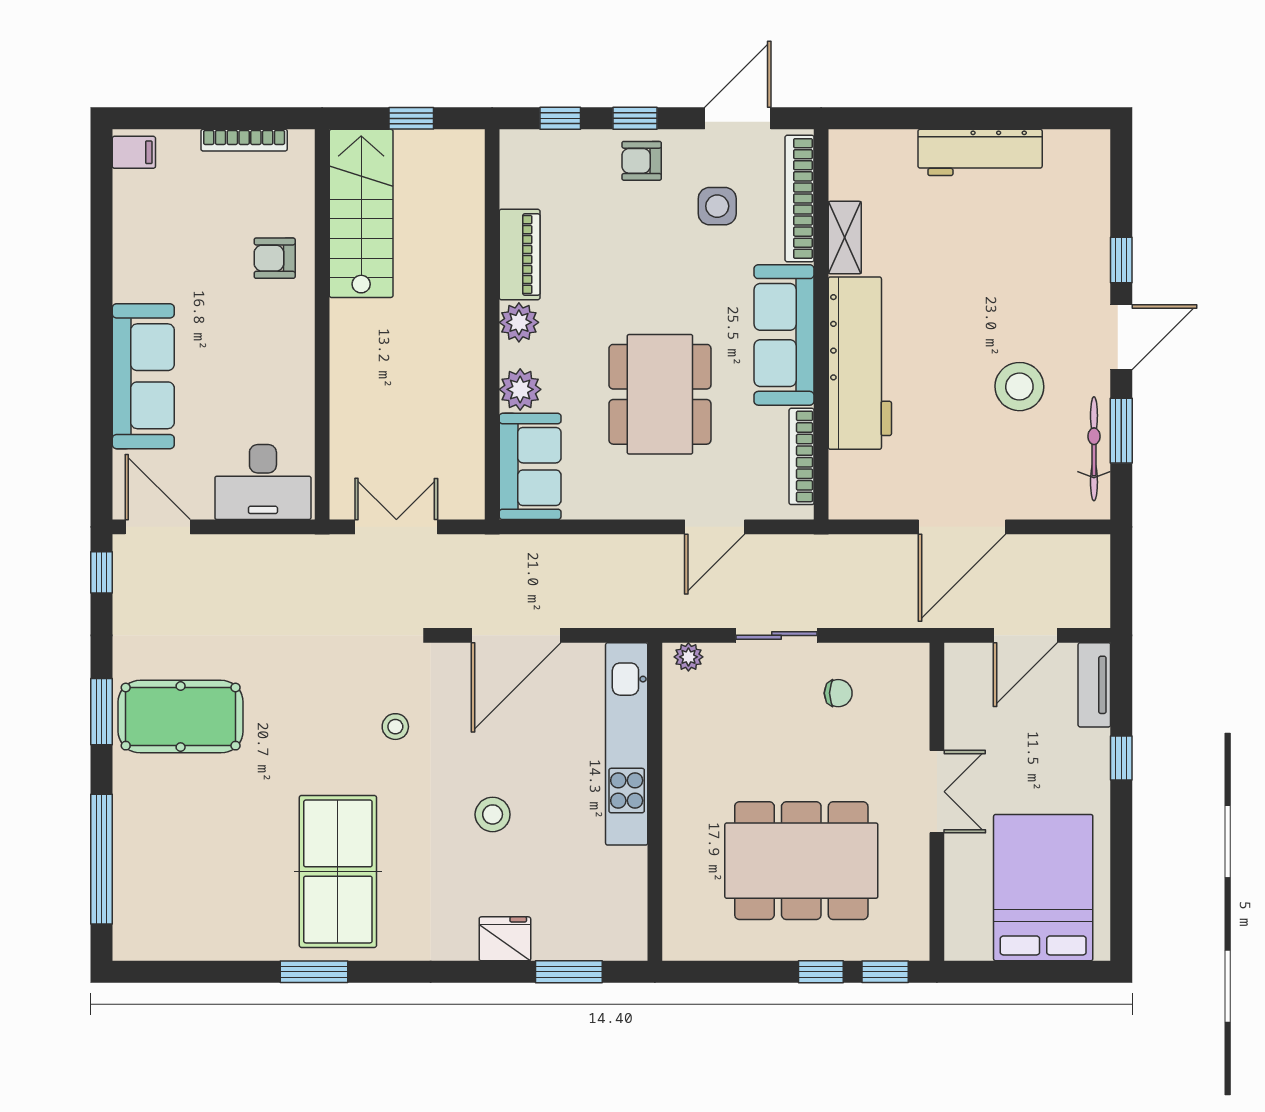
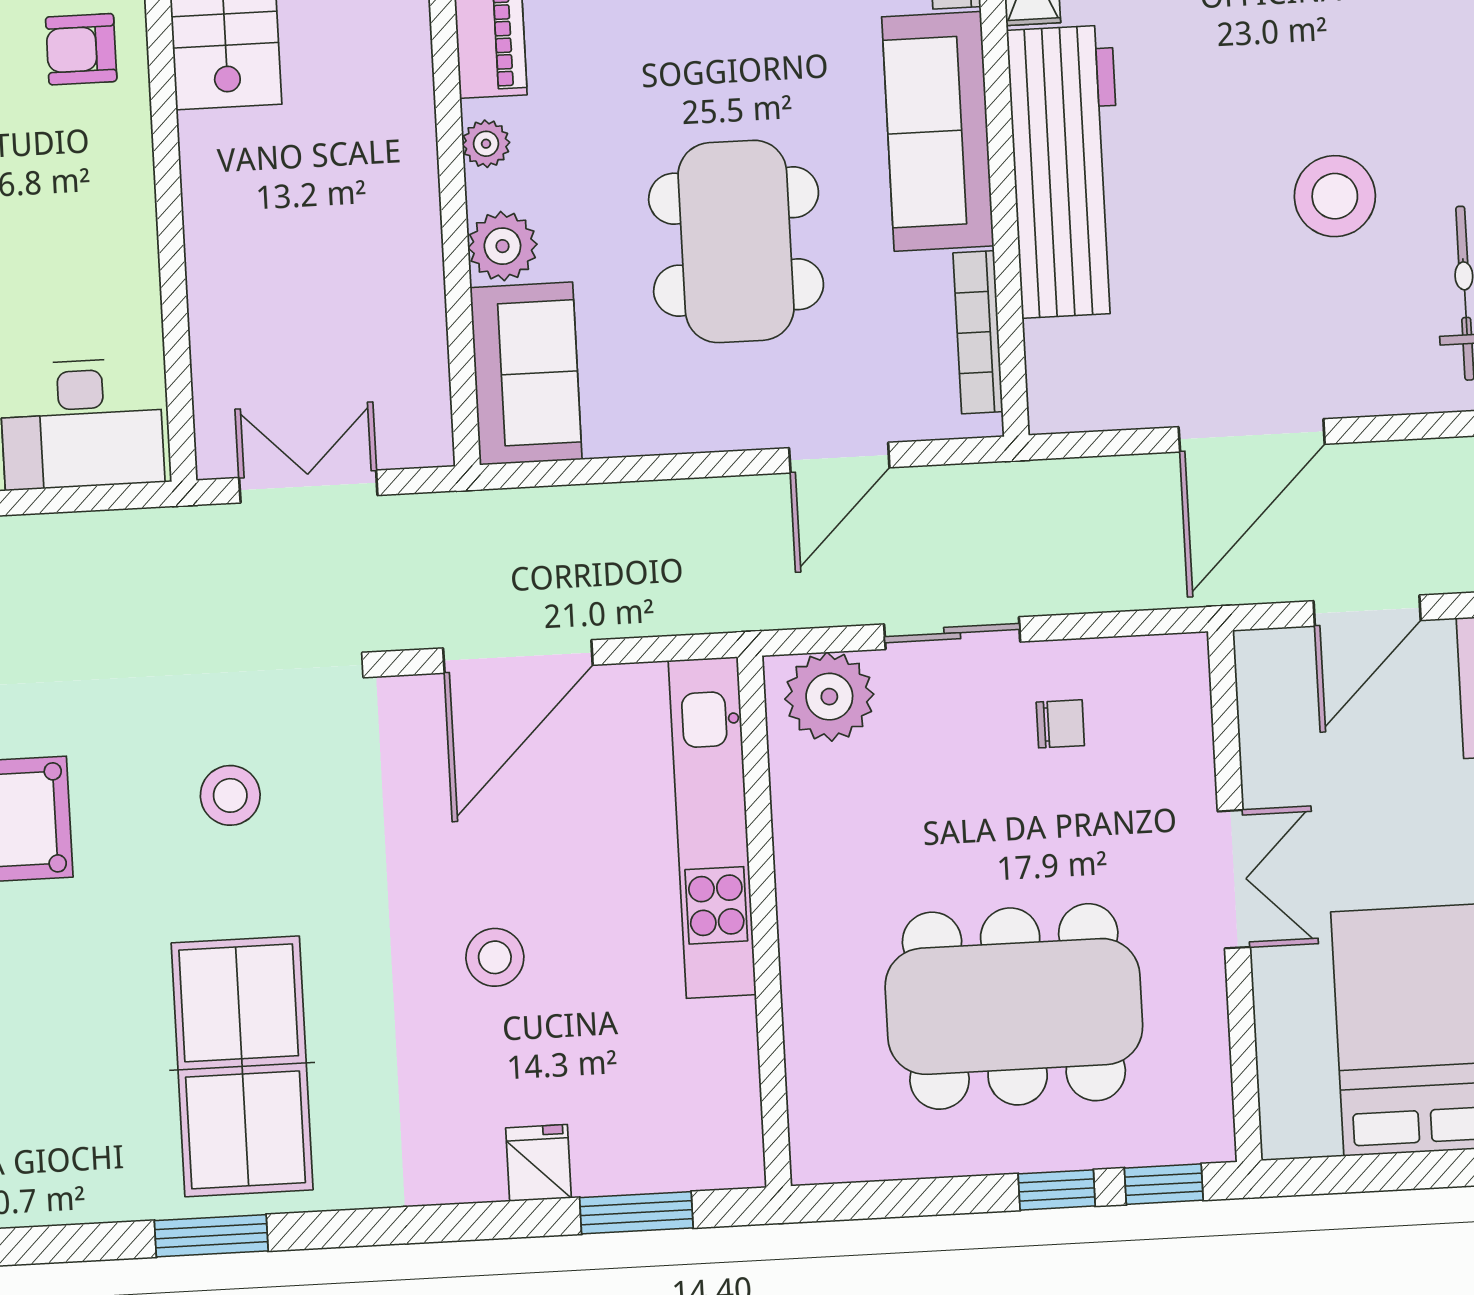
plant: (519, 322) -> (486, 144), width x0.73, depth x0.73
plant: (688, 657) -> (829, 697), width x1.87, depth x1.87
stool: (395, 727) -> (230, 795), moved, width x1.37, depth x1.37
fridge: (505, 939) -> (539, 1163), width x0.72

